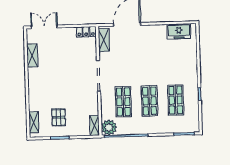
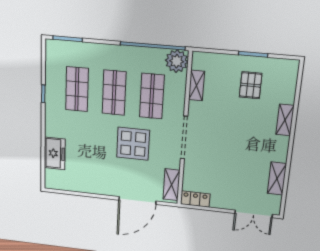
freezer: (179, 31) -> (55, 153), moved, turned 90
display table: (133, 66) -> (133, 144), added
shelving: (34, 122) -> (285, 120), moved
shelving: (94, 125) -> (196, 85), moved

